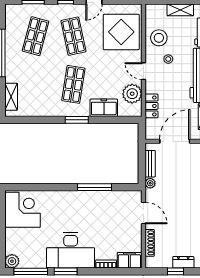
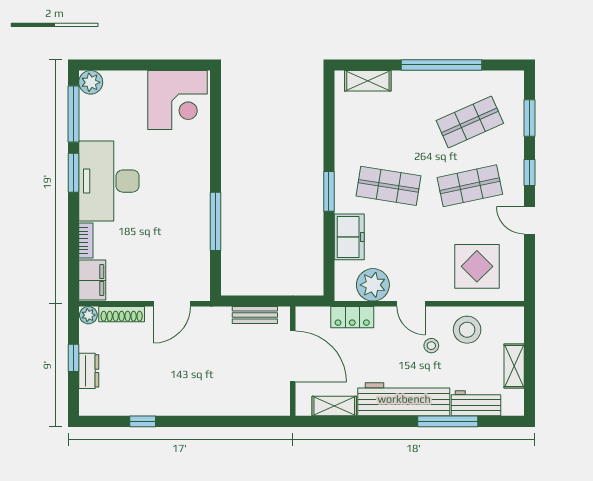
display table: (121, 32) -> (477, 266), width x0.73, depth x0.73
shop shelf: (36, 36) -> (470, 122), turned -39
door: (143, 71) -> (411, 304), swing flipped
plant: (150, 183) -> (88, 315), moved

